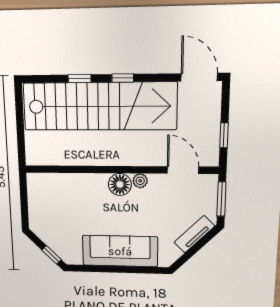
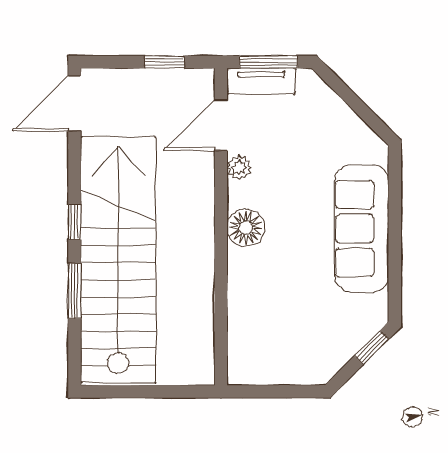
window: (80, 79) -> (74, 291), width x1.50
plant: (140, 181) -> (239, 167), moved
tv unit: (194, 234) -> (261, 81), moved, turned -45

